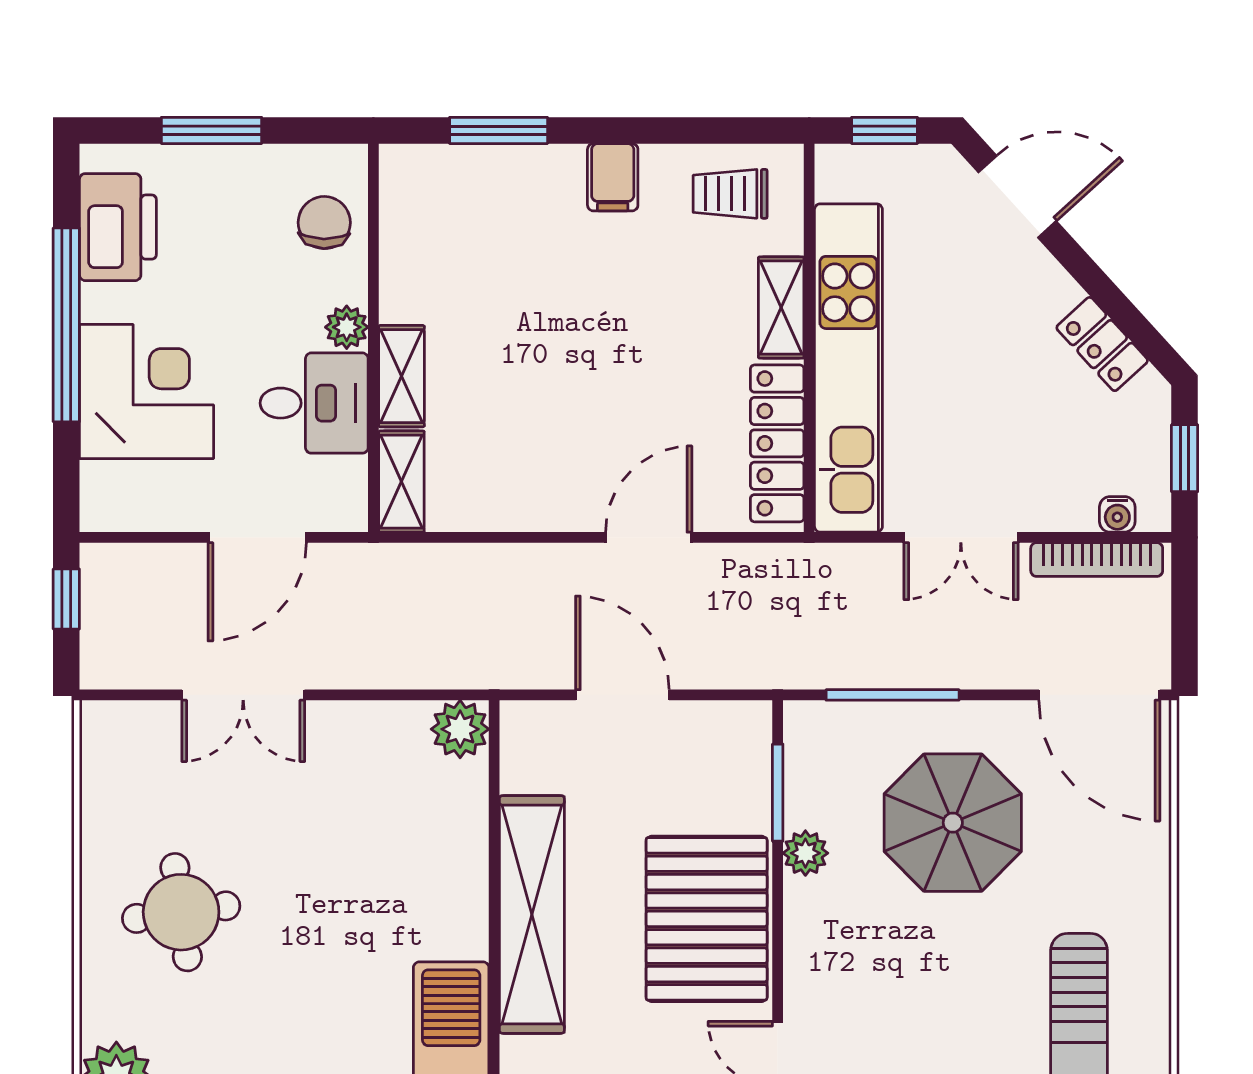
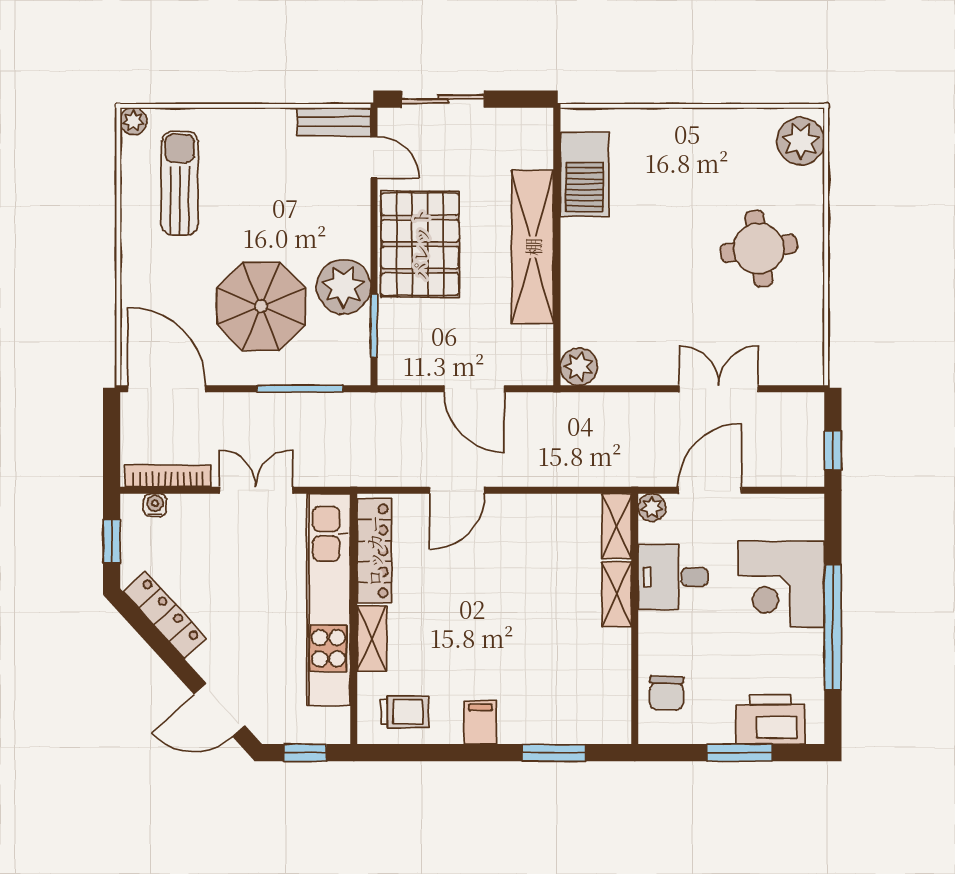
printer: (118, 227) -> (770, 719), moved, turned 90
plant: (347, 327) -> (652, 507), moved
locker: (1102, 344) -> (165, 615), width x1.53
plant: (805, 853) -> (343, 287), width x1.87, depth x1.87

